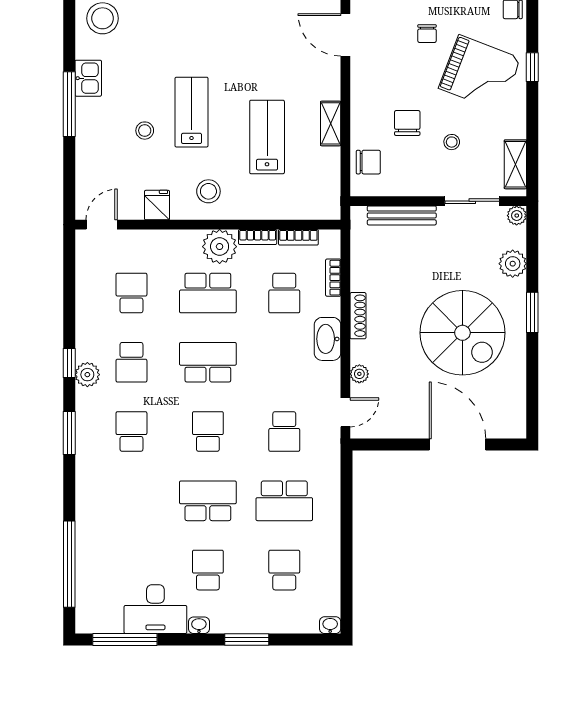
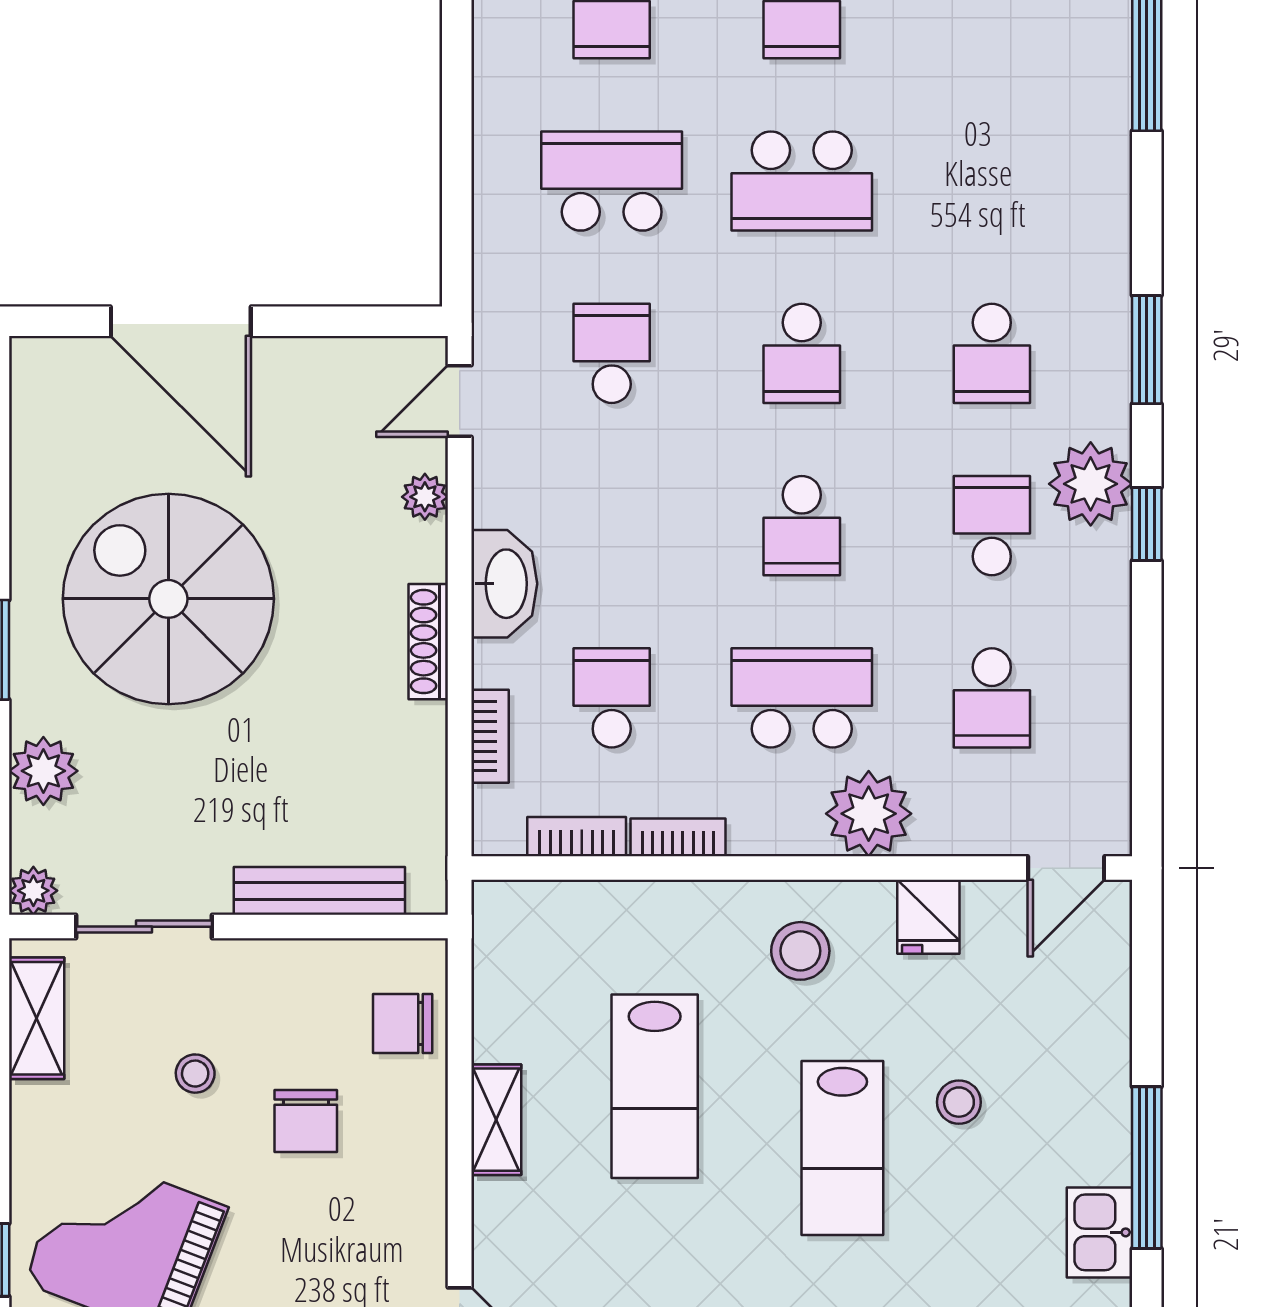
plant: (220, 247) -> (869, 814), moved
school desk: (208, 362) -> (802, 526), width x0.54
plant: (87, 375) -> (1091, 484), width x1.36, depth x1.36

